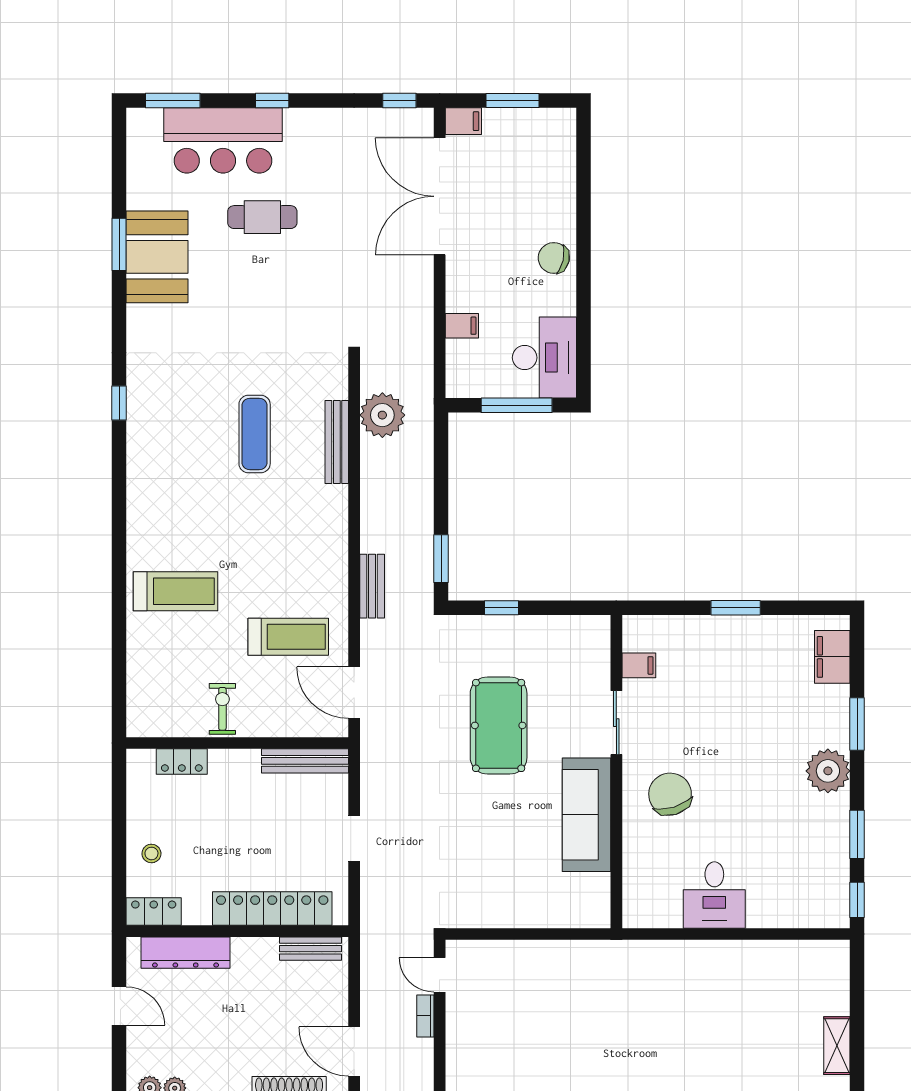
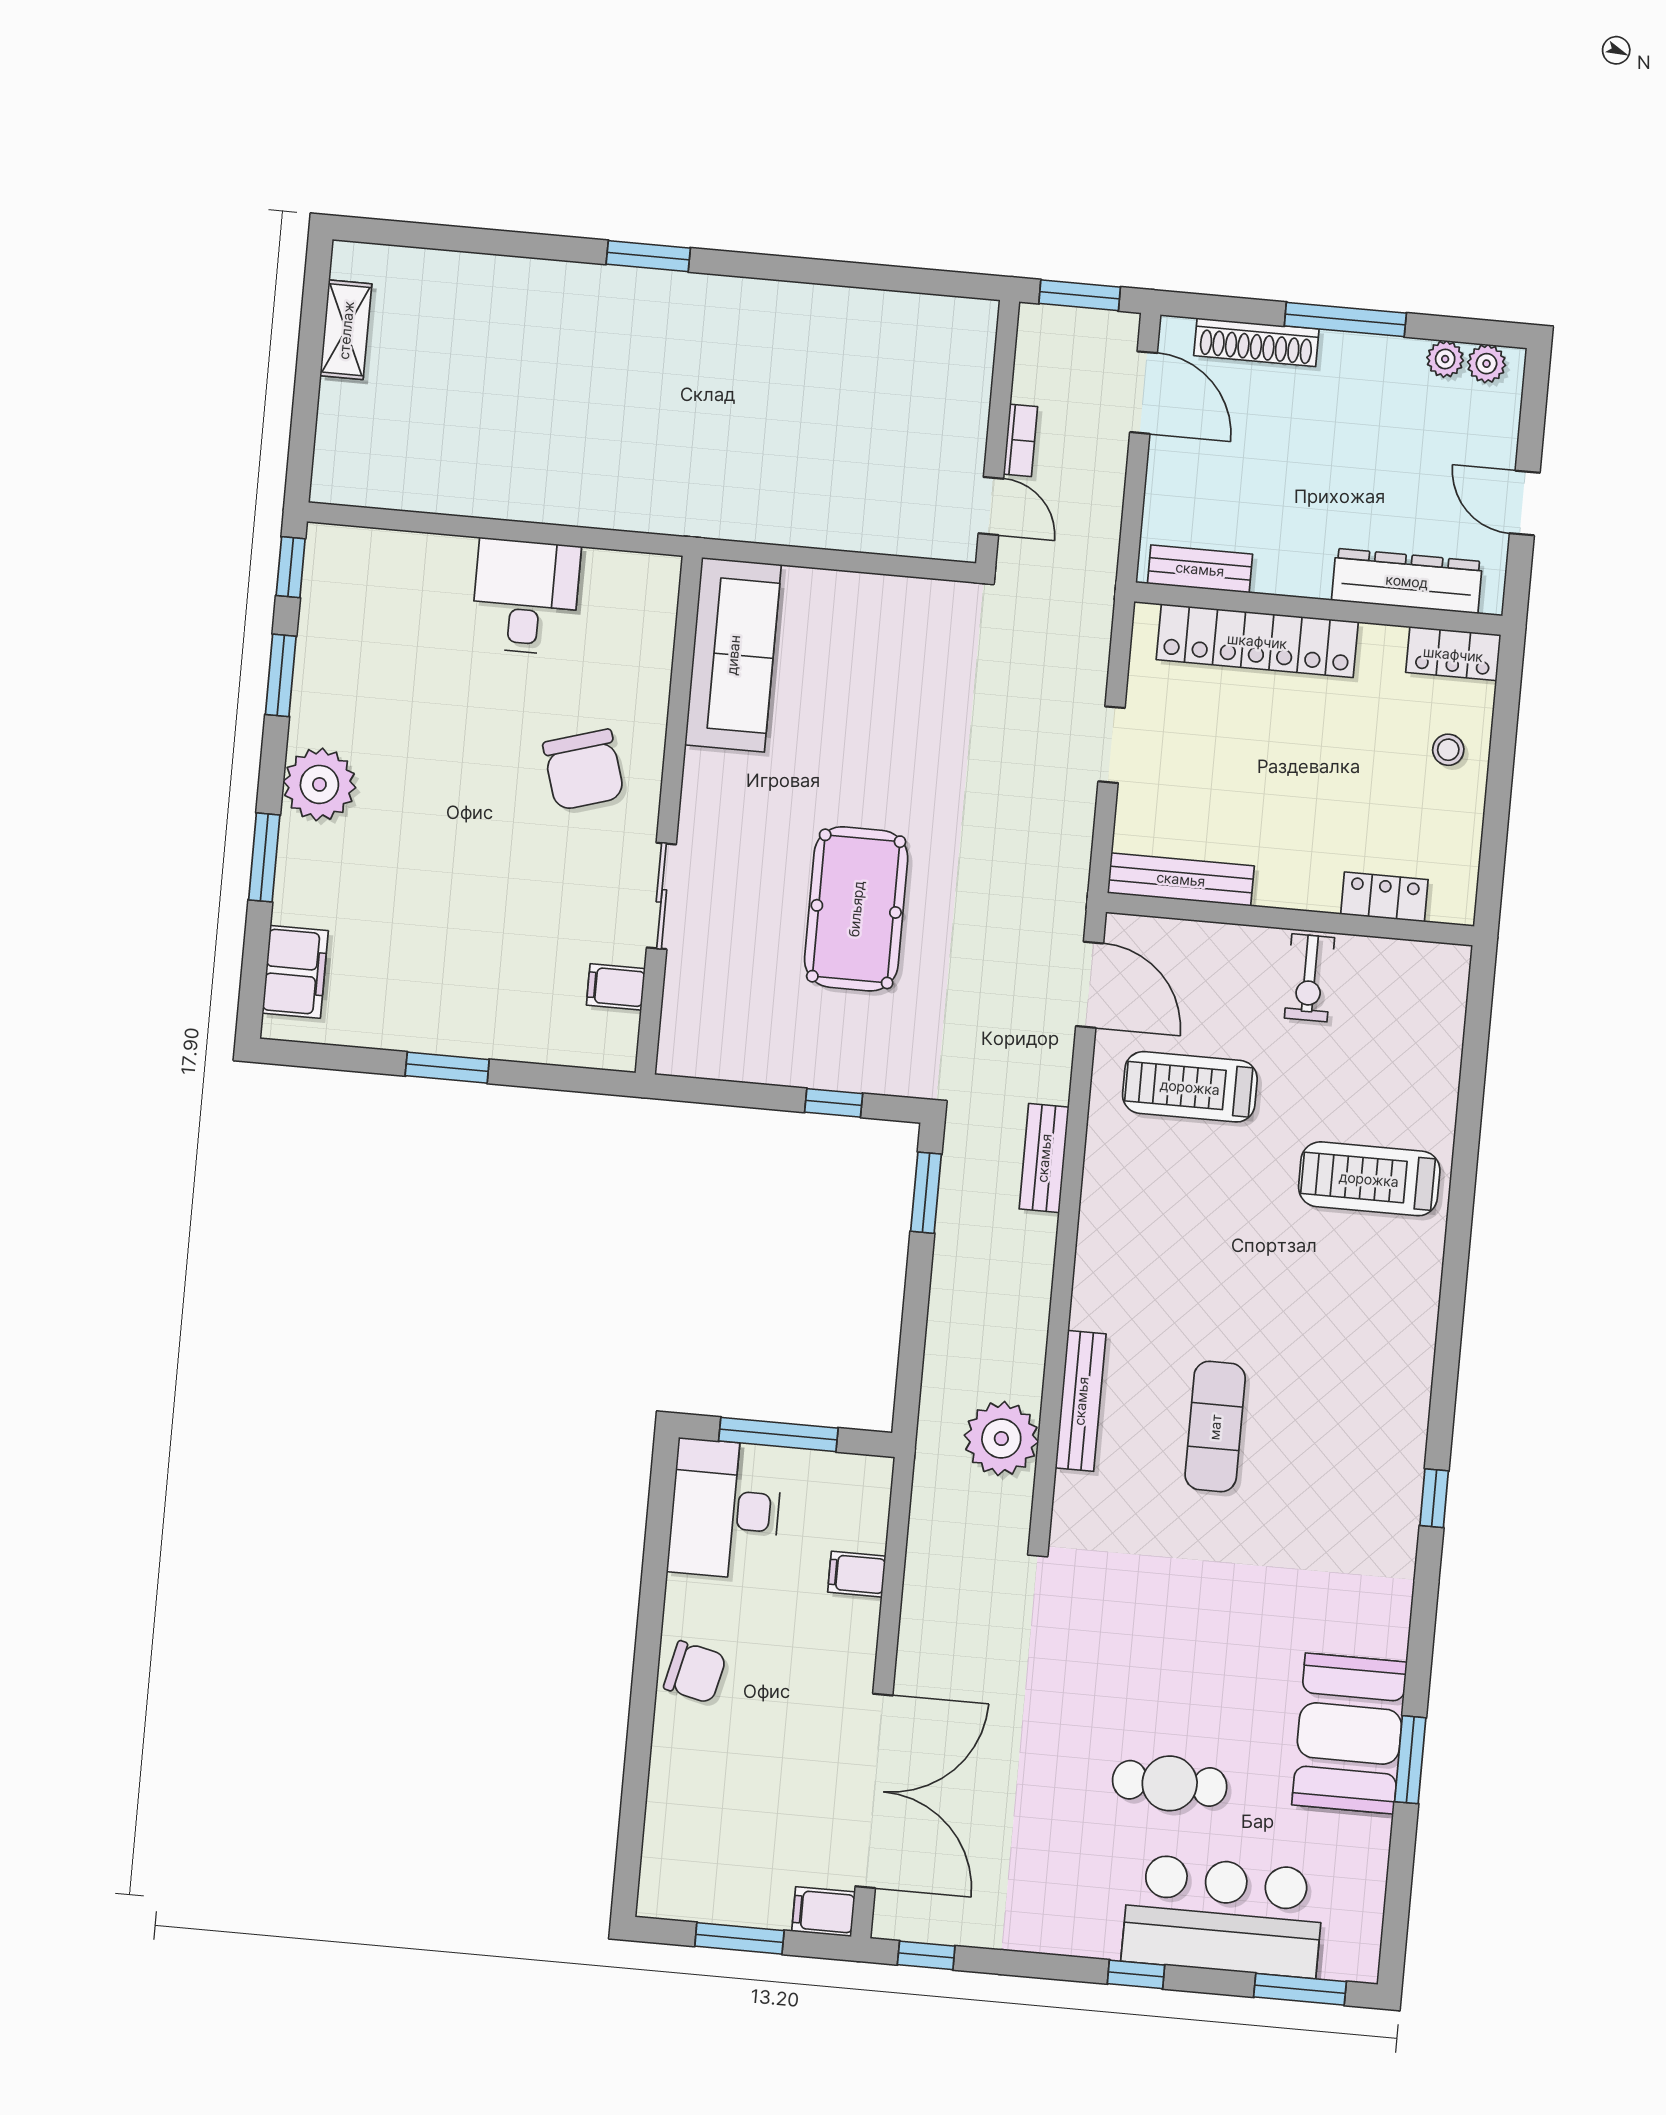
sofa: (586, 815) -> (733, 655), moved

